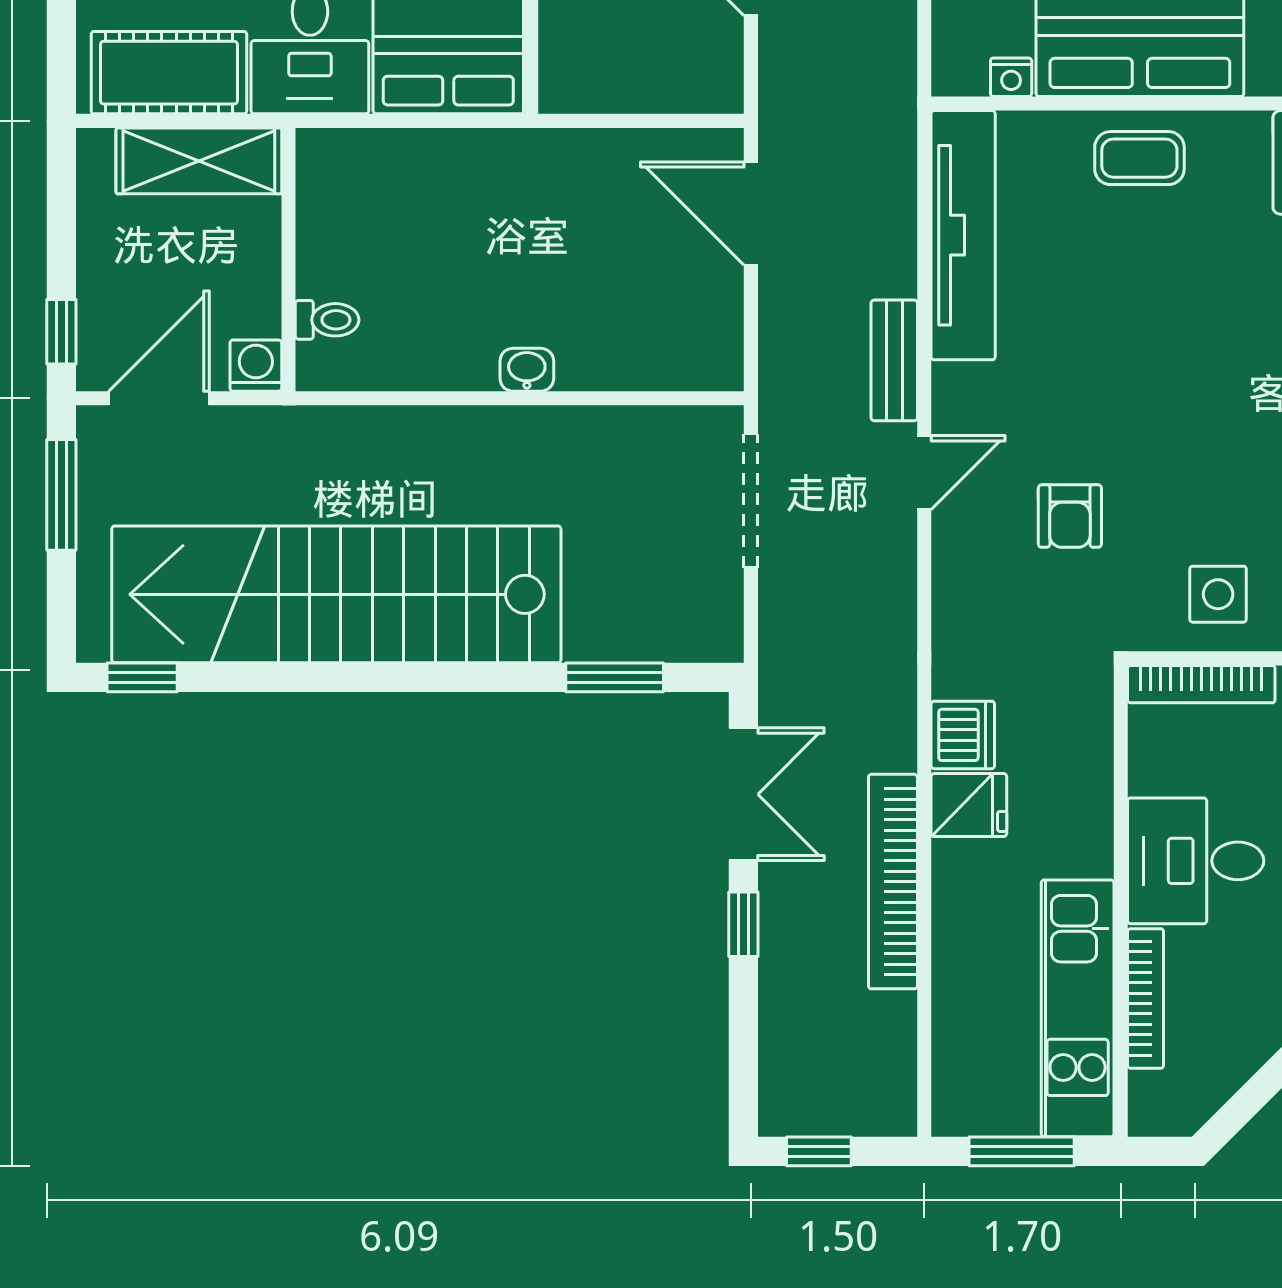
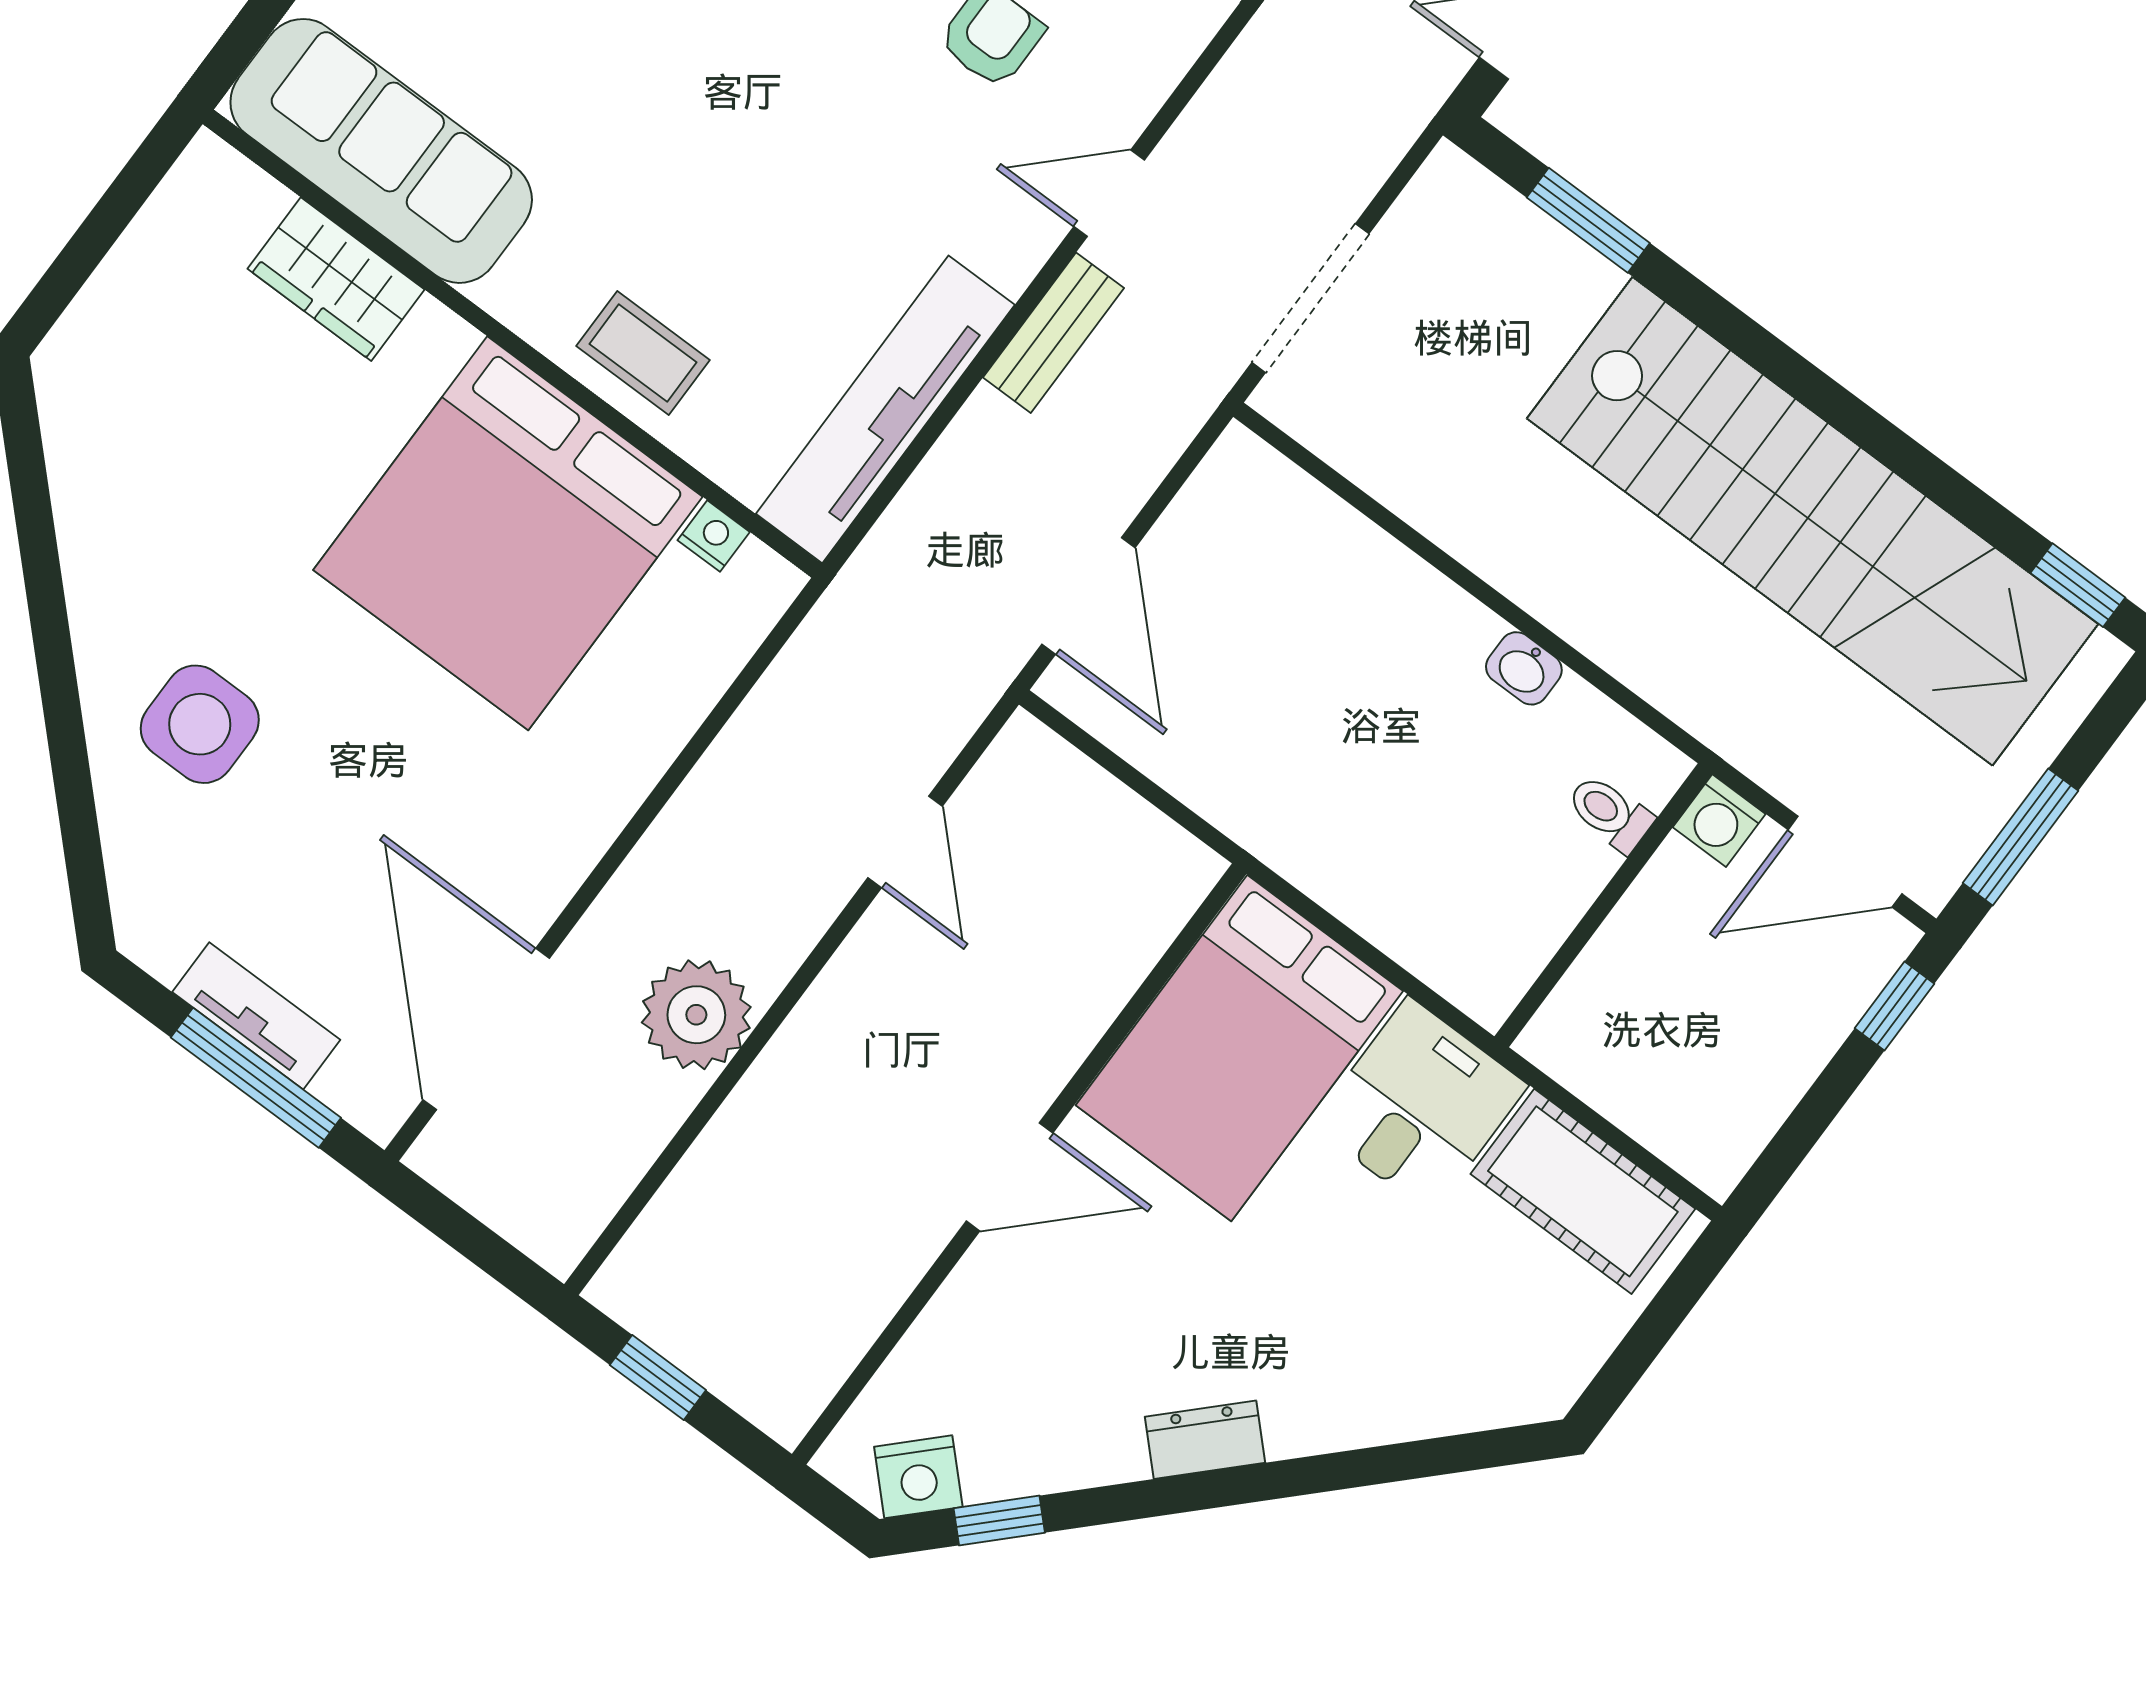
shelving: (199, 161) -> (1620, 1077), removed
washbasin: (527, 370) -> (1524, 668), moved

